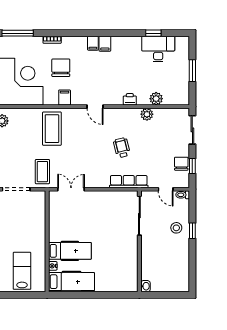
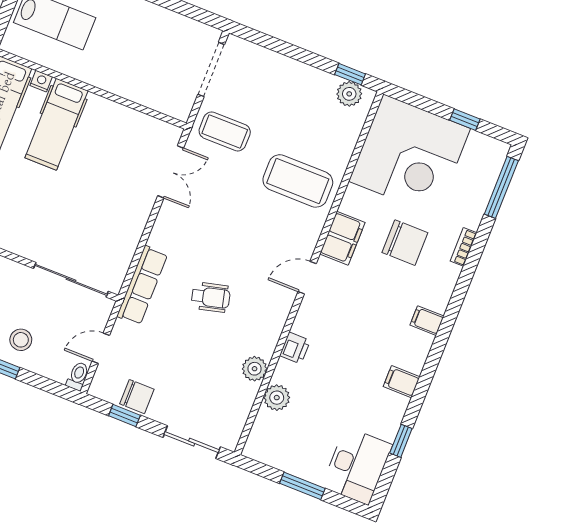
filing cabinet: (105, 44) -> (402, 382), moved
desk: (158, 49) -> (357, 466), moved
filing cabinet: (65, 97) -> (342, 238), width x2.00

